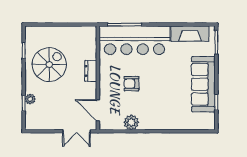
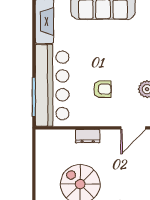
armchair: (131, 84) -> (102, 89), turned -90

